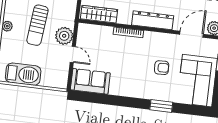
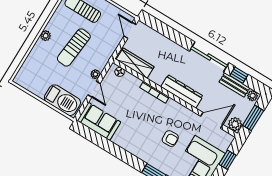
floor lamp: (89, 28) -> (120, 72), added
plant: (64, 36) -> (95, 74), width x0.53, depth x0.53
barbecue: (23, 74) -> (62, 100), moved

